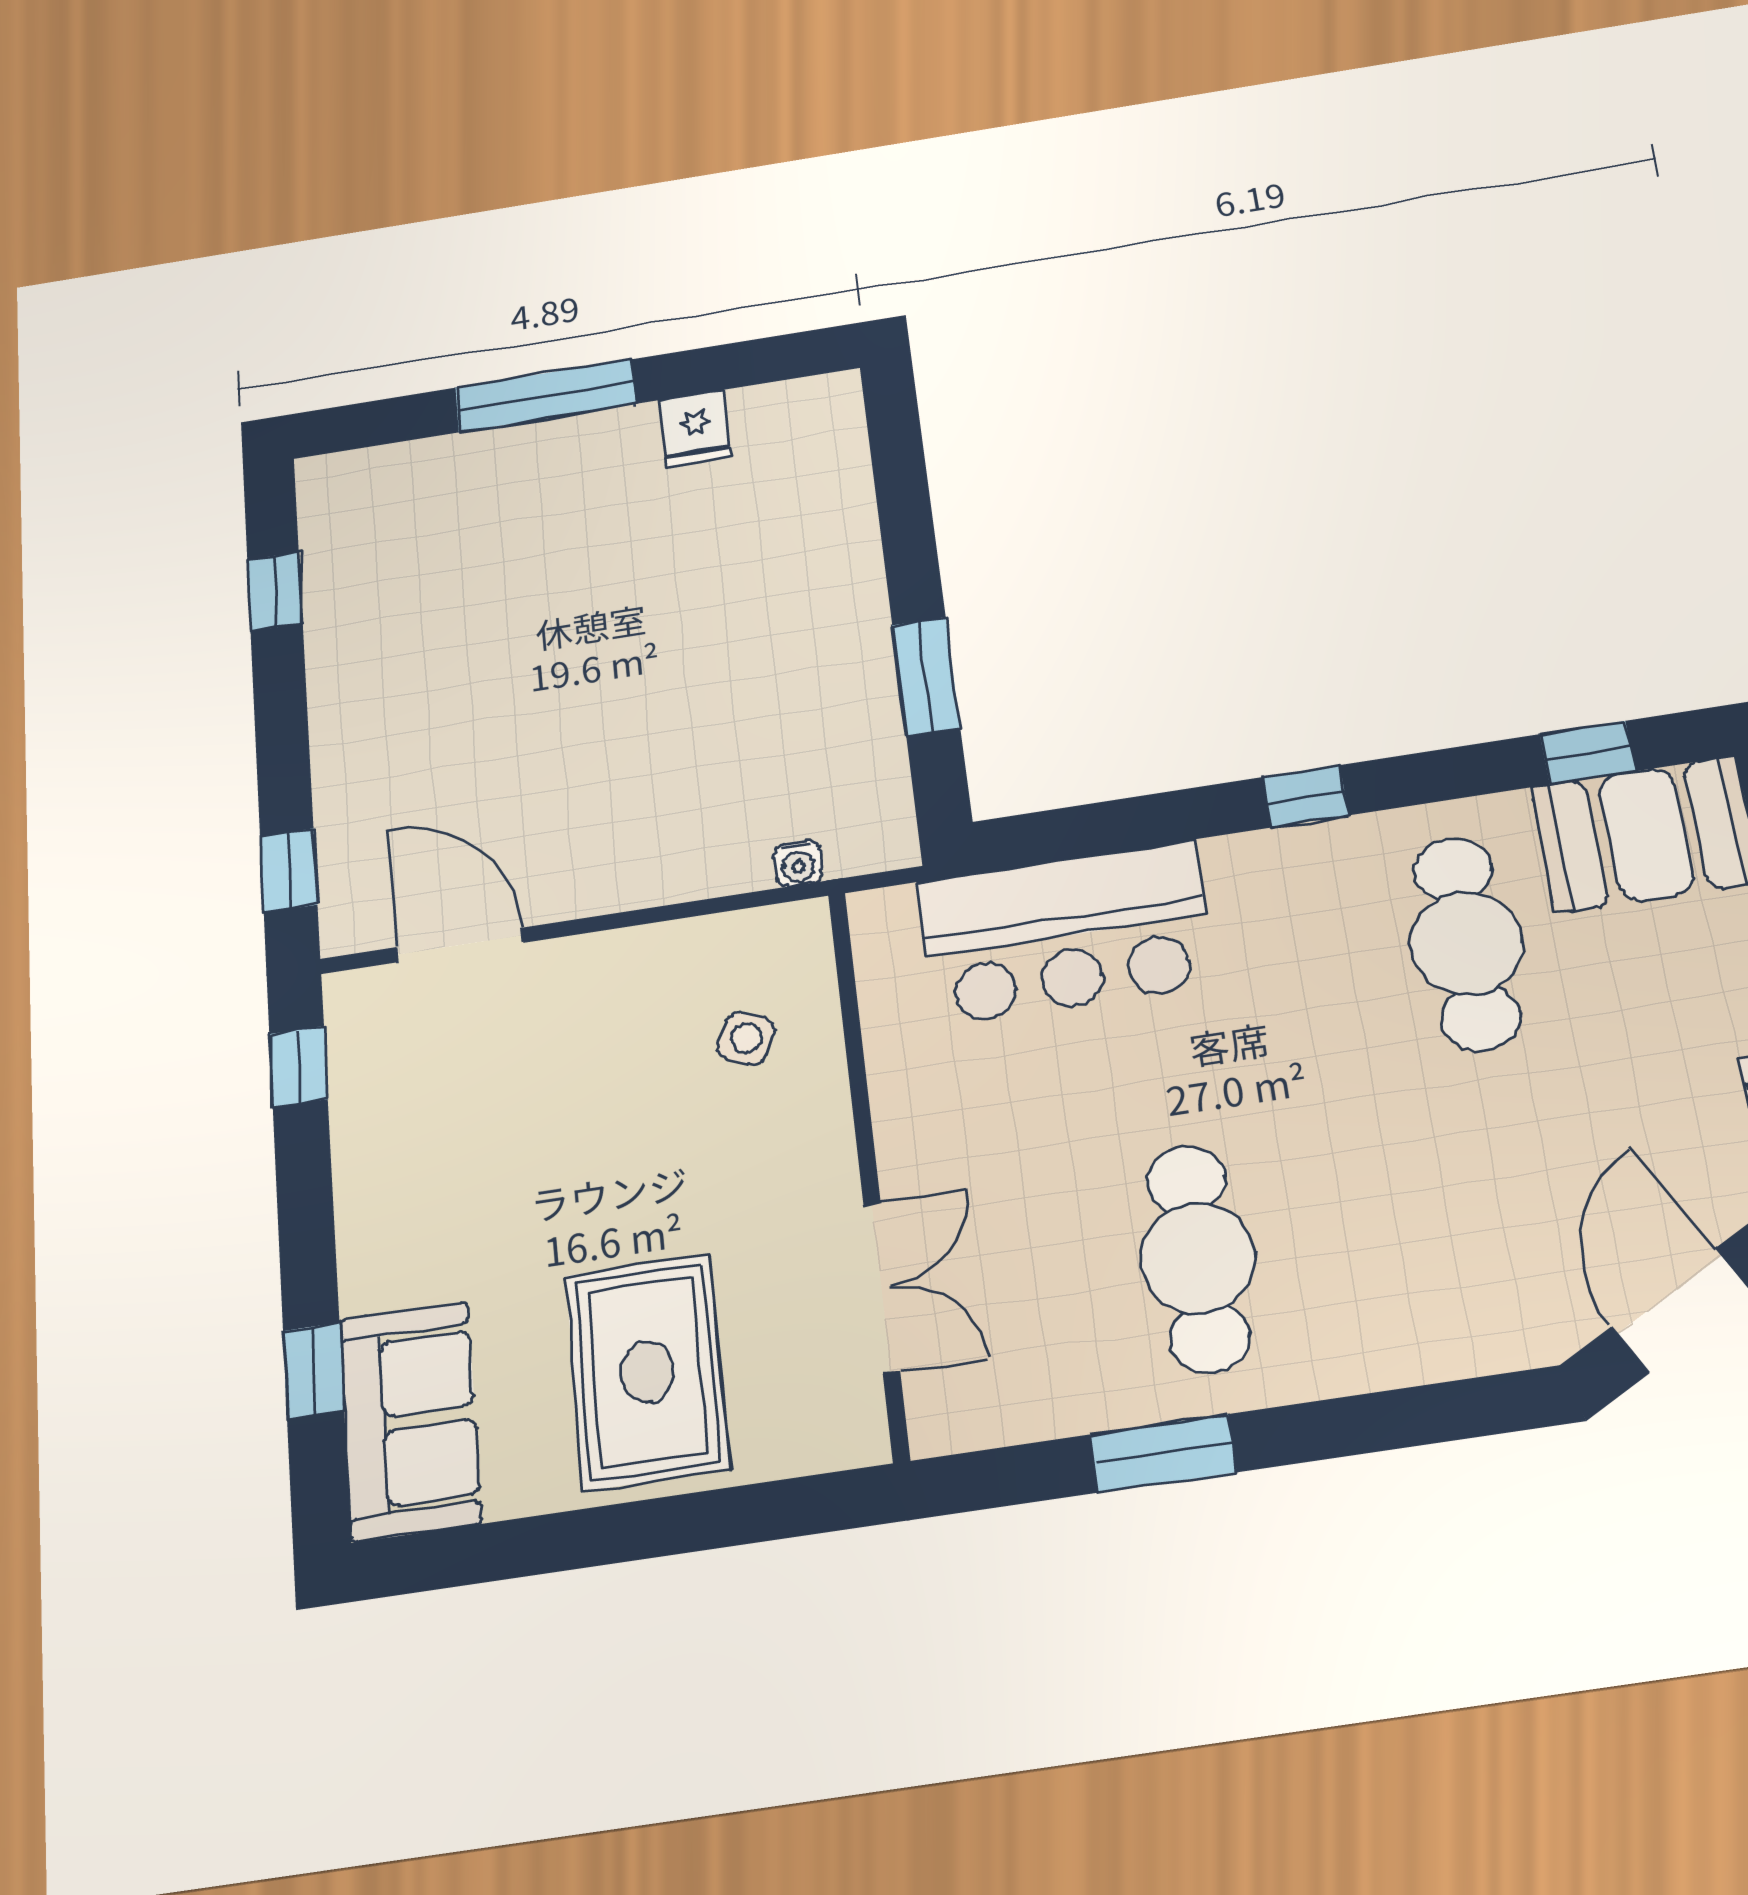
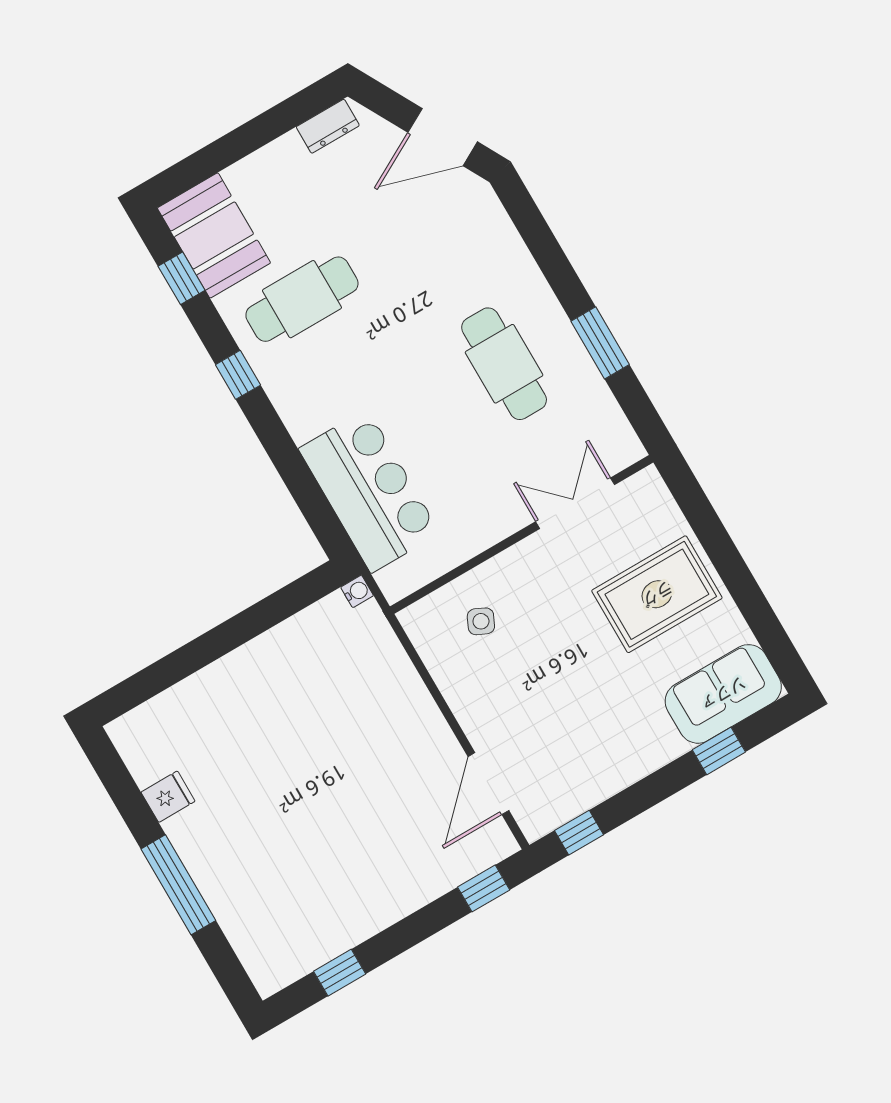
window: (926, 676) -> (262, 617), removed
window: (1305, 796) -> (238, 375), moved
water cooler: (798, 863) -> (357, 591), moved
cafe table: (1198, 1258) -> (504, 364), turned 90

